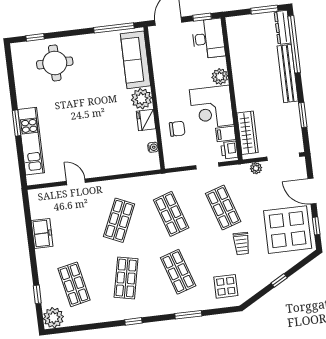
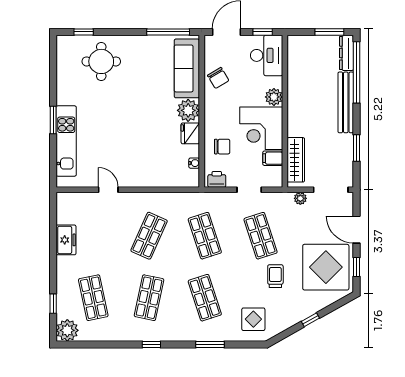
chair: (166, 65) -> (218, 78), added
printer: (229, 150) -> (217, 179), moved, turned 90
trolley: (242, 244) -> (275, 276), turned 180

